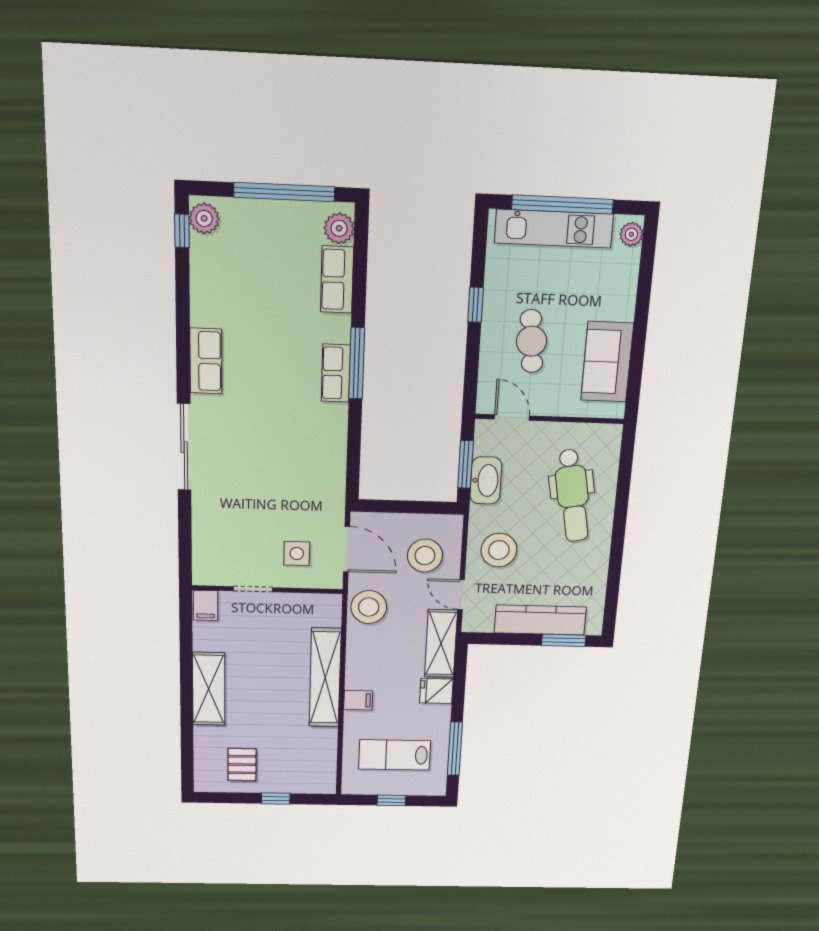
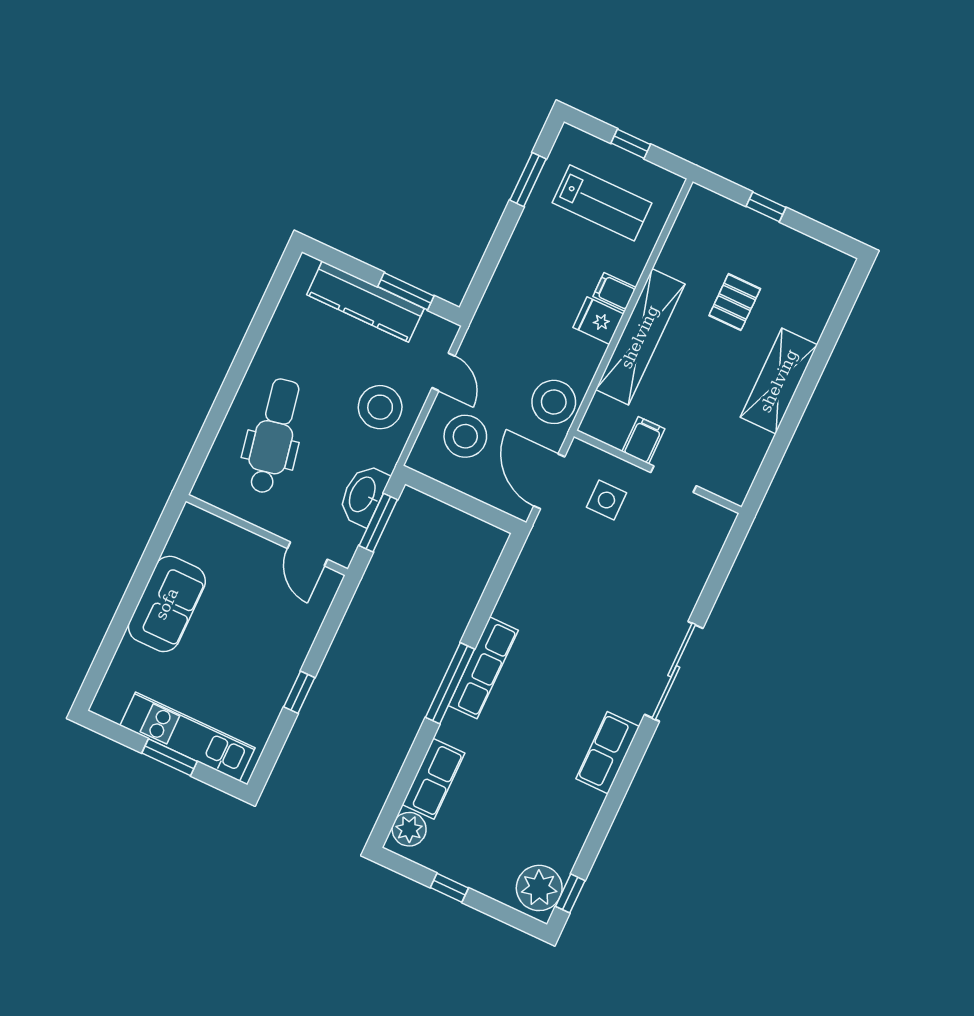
window: (284, 192) -> (449, 888), width x0.32
window: (562, 204) -> (170, 757), width x0.47
plant: (204, 218) -> (539, 888), width x1.36, depth x1.36
plant: (631, 234) -> (109, 697), removed
cafe table: (531, 341) -> (255, 629), removed
sofa: (607, 362) -> (167, 604), moved
row of seats: (336, 373) -> (483, 668), width x1.48
filing cabinet: (206, 605) -> (643, 440), moved
window: (564, 640) -> (406, 291), moved
shelving: (441, 643) -> (490, 322), removed
fridge: (436, 691) -> (598, 321), moved, turned 180
window: (455, 749) -> (528, 180), width x0.69
pallet: (242, 765) -> (735, 302), moved

